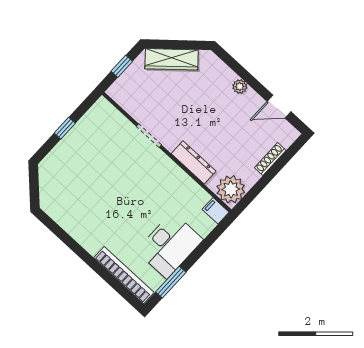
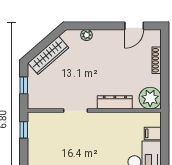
plant: (240, 87) -> (86, 35), moved
window: (65, 128) -> (24, 130), moved
filing cabinet: (216, 211) -> (153, 133), moved

